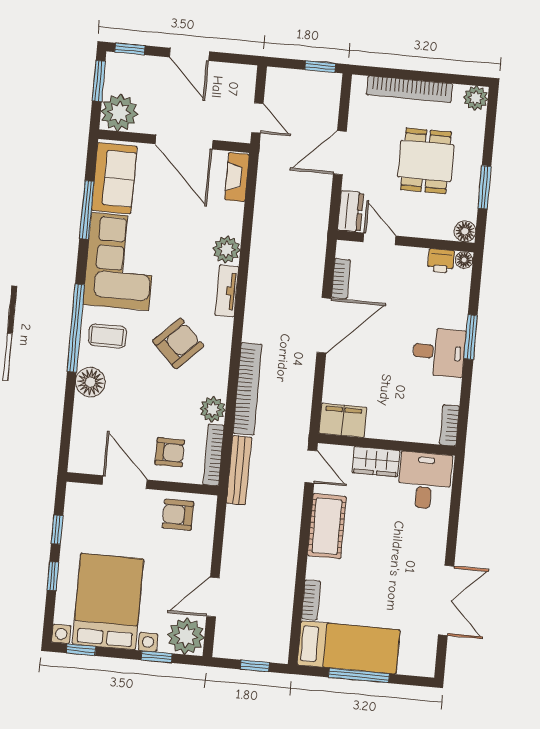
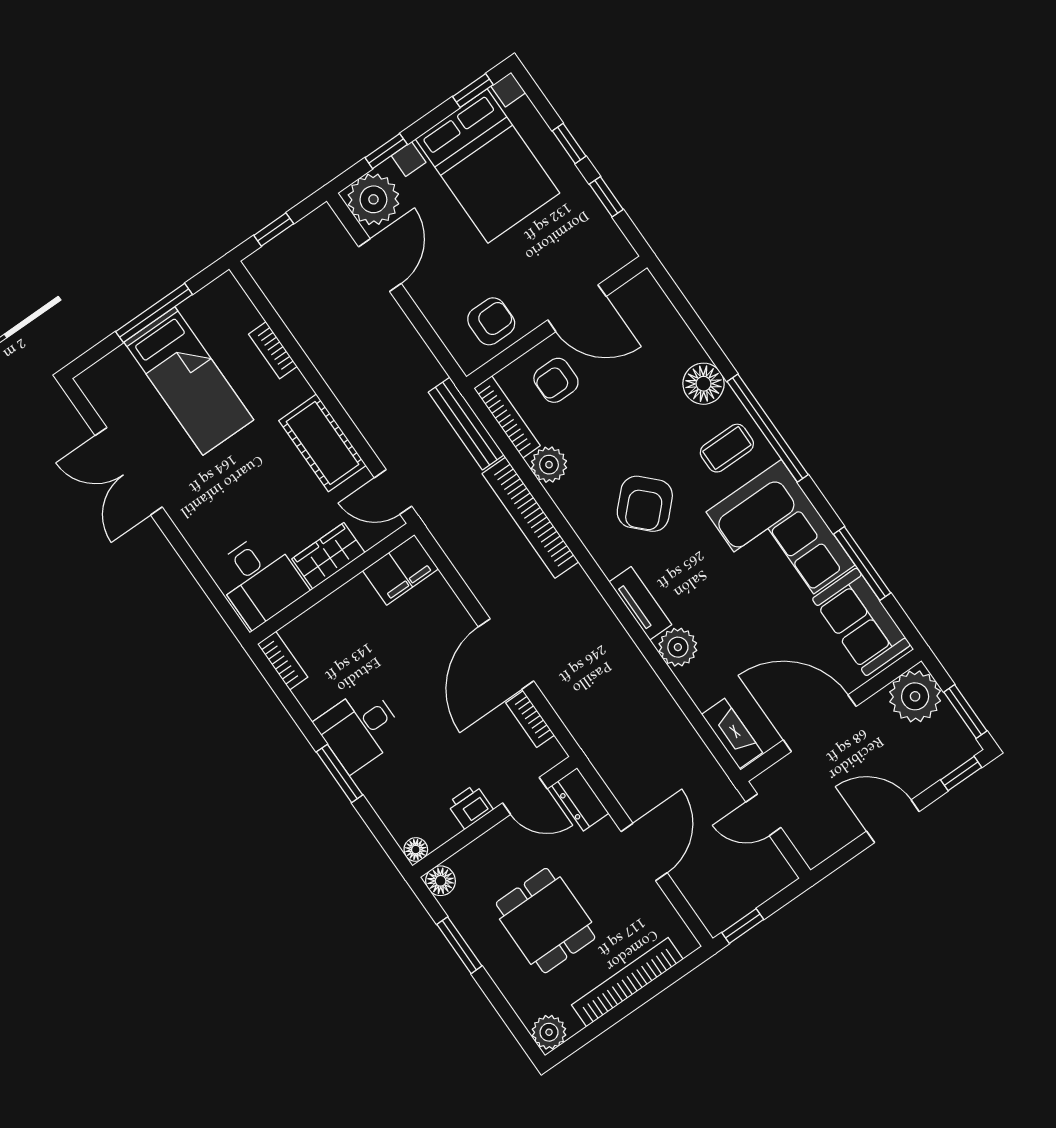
printer: (441, 261) -> (470, 807), moved
bed: (349, 647) -> (189, 381), moved, turned -90

